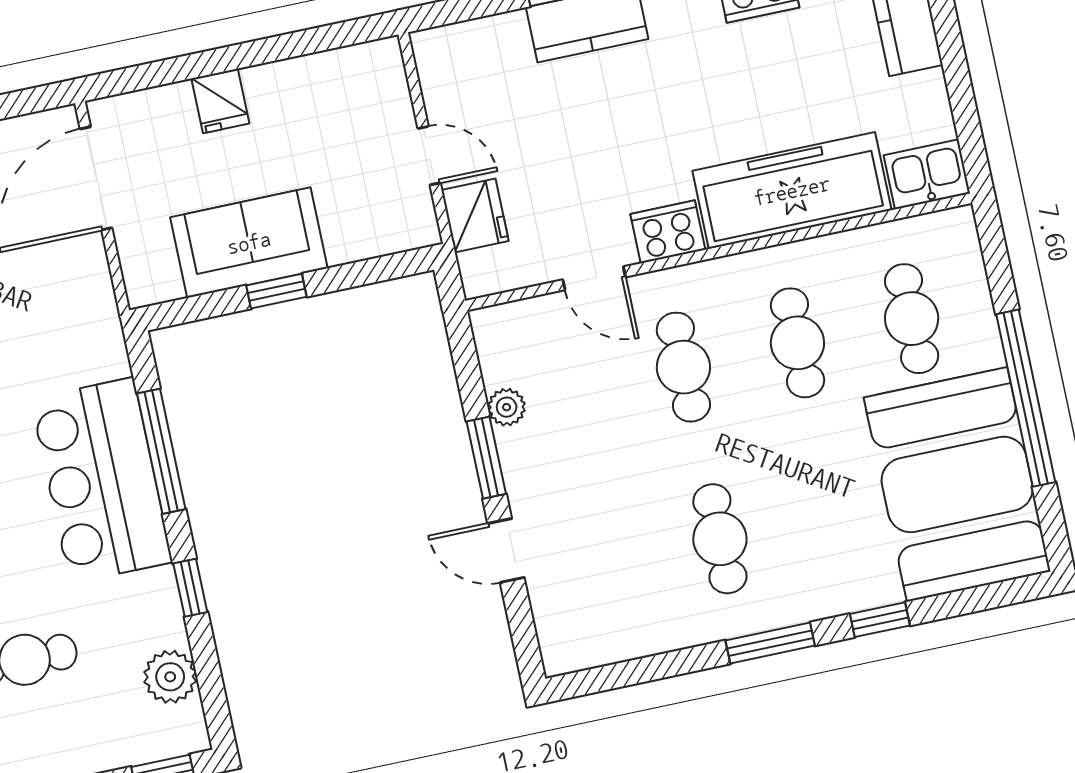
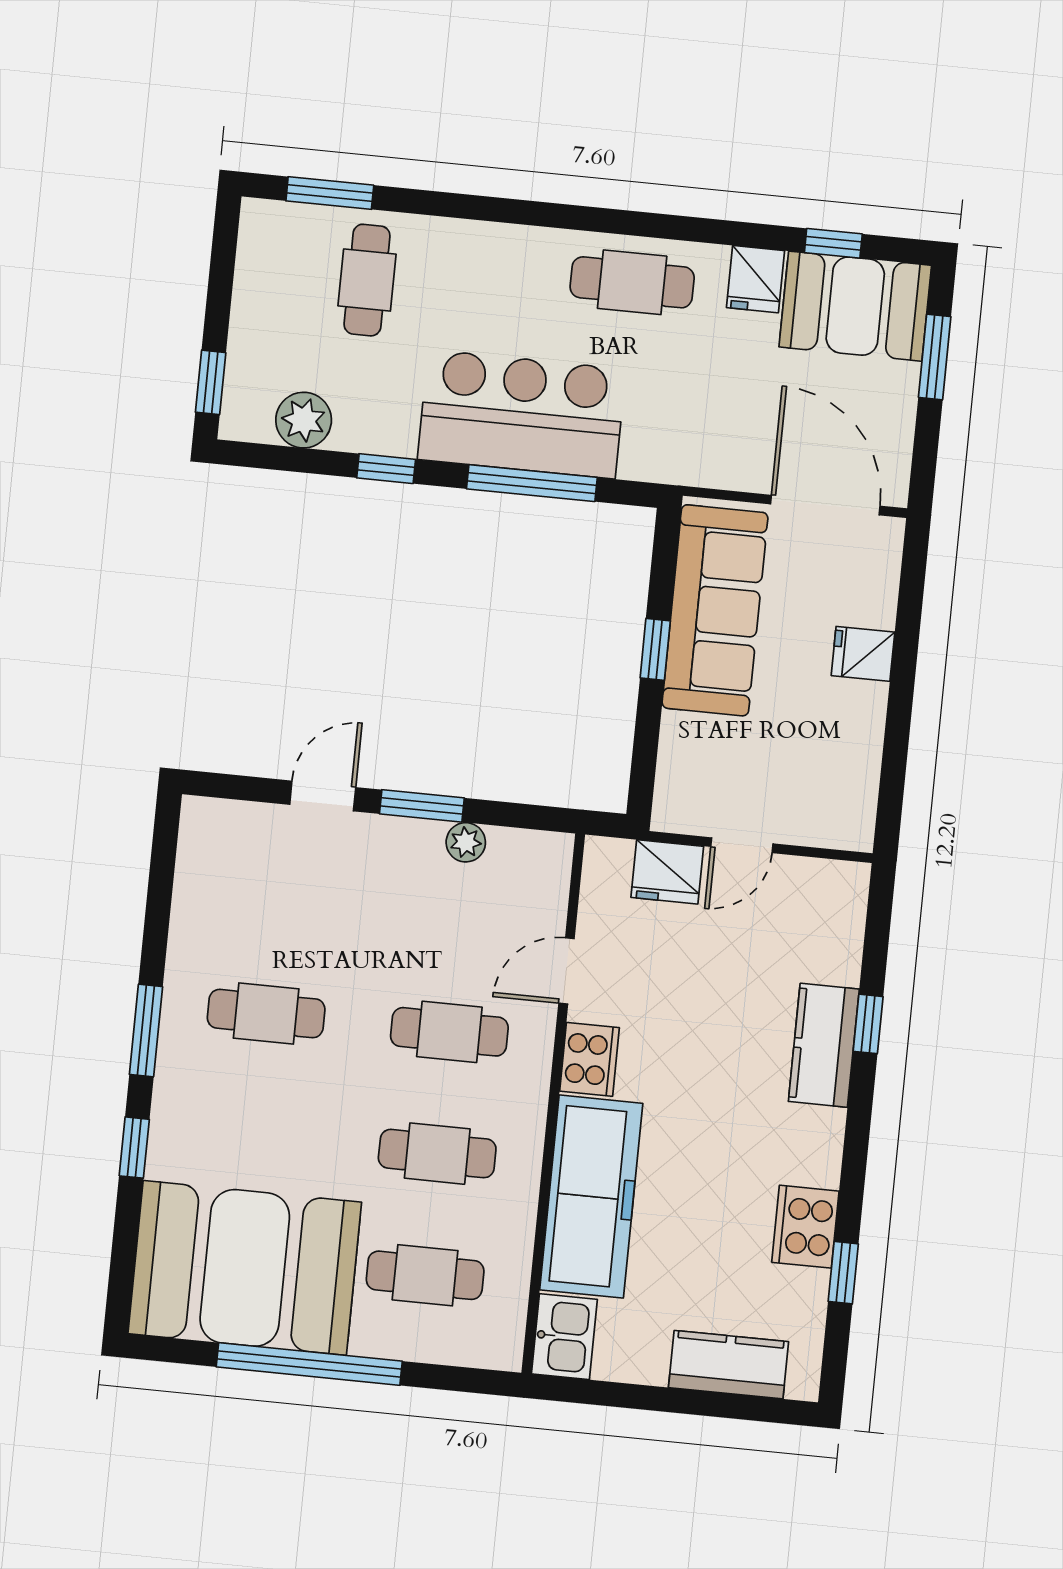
sofa: (249, 243) -> (715, 610), width x1.36

